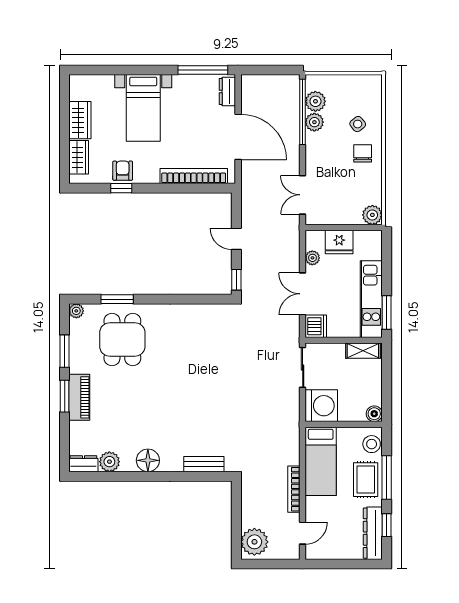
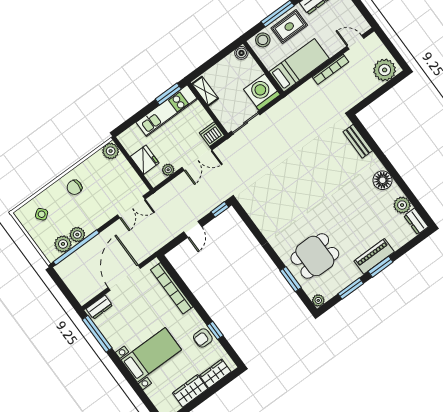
side table: (358, 124) -> (42, 214), moved

